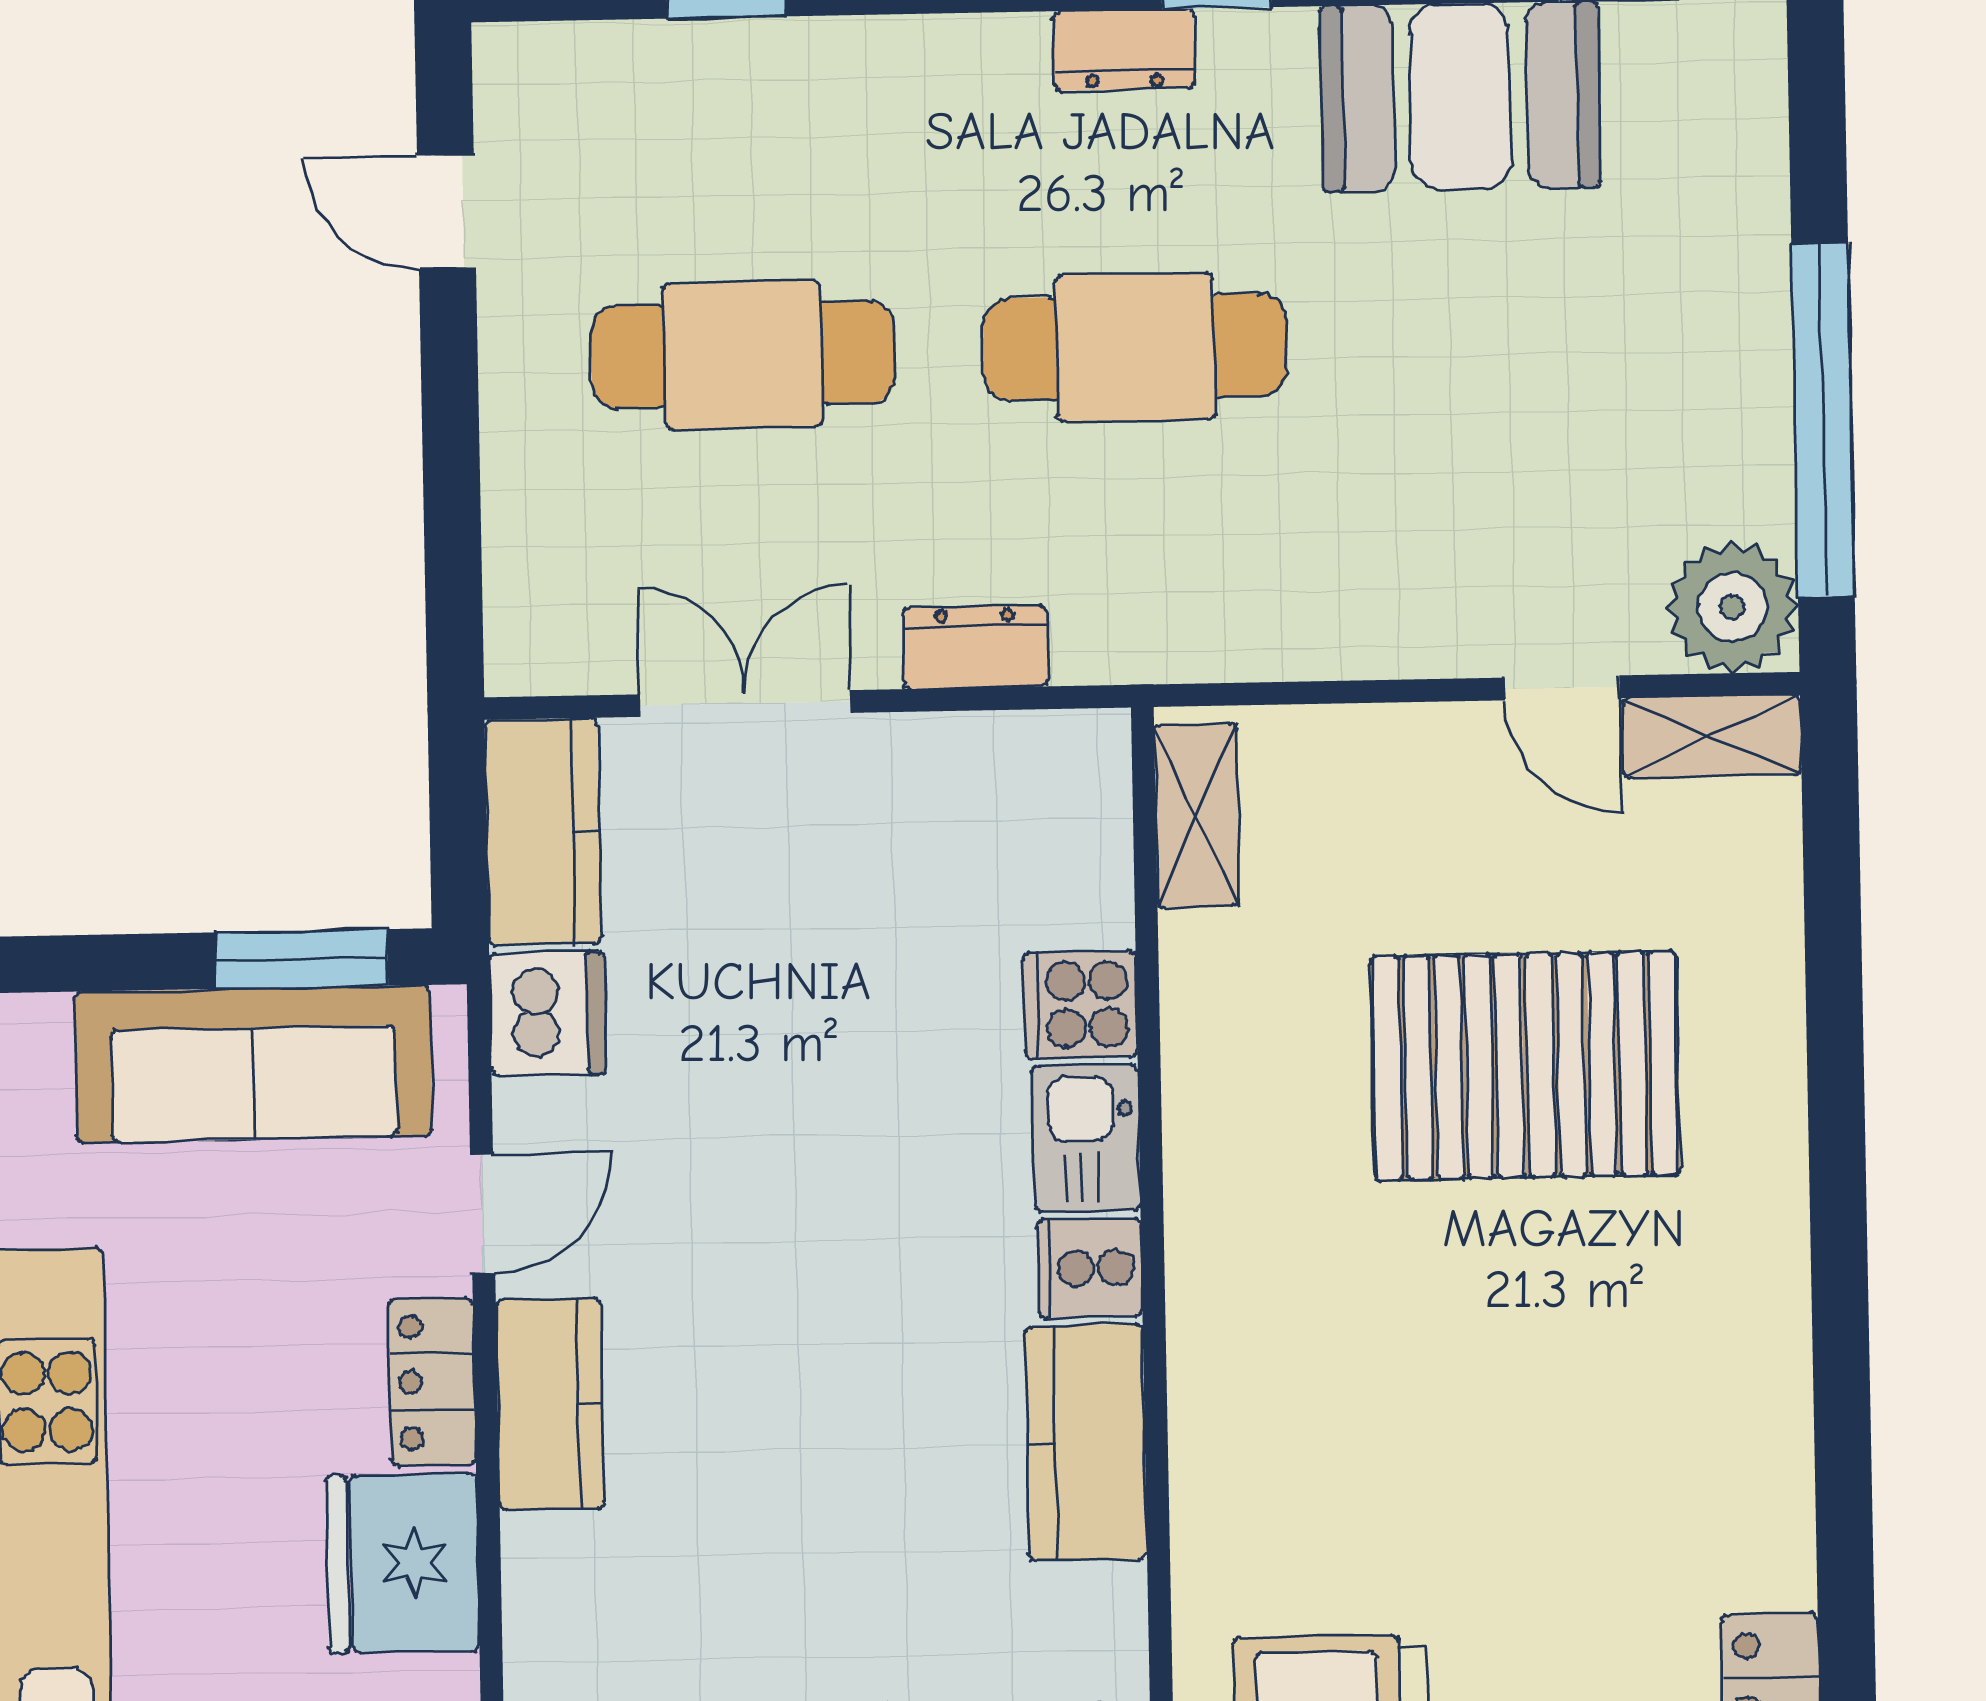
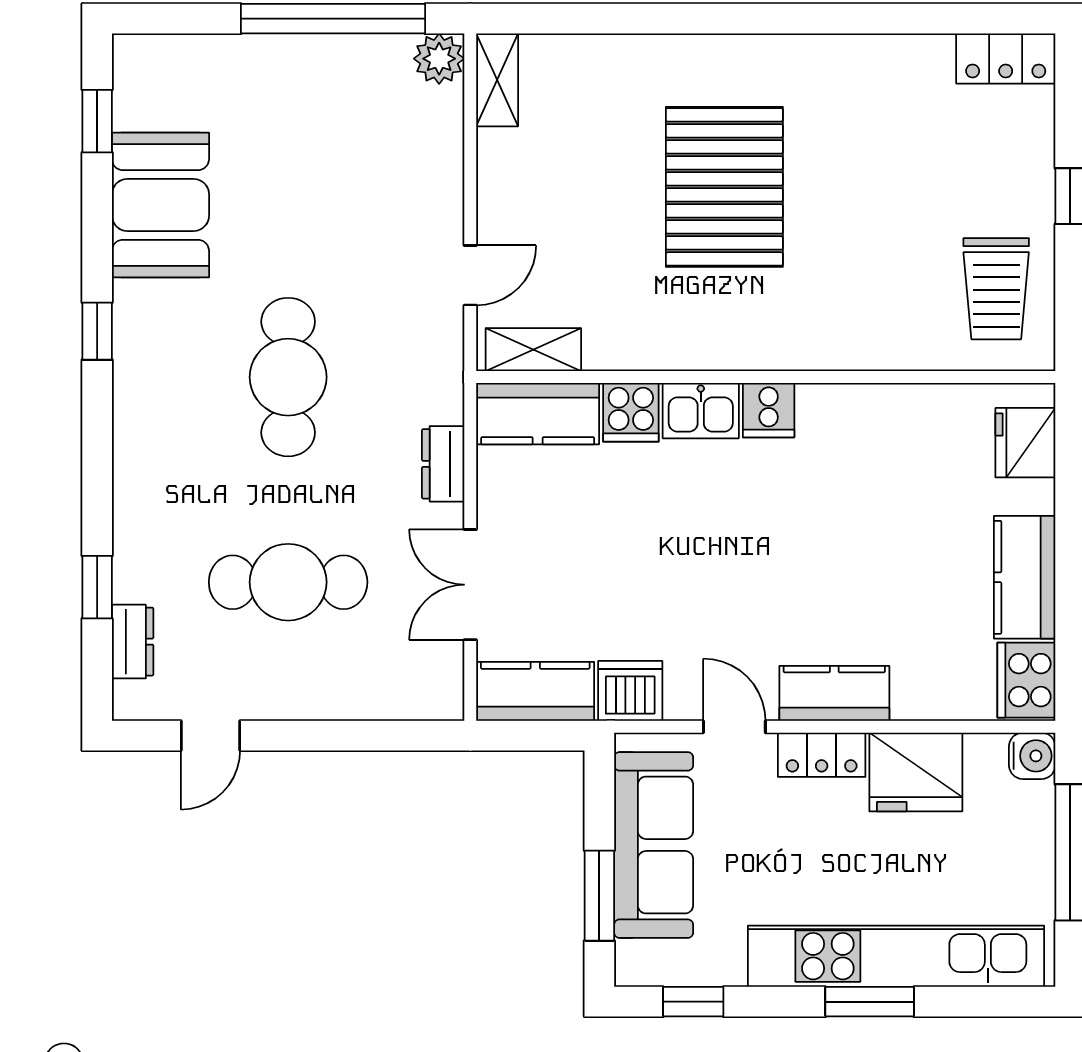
dresser: (1124, 50) -> (133, 642), moved
cafe table: (743, 355) -> (288, 582), turned 90
plant: (1732, 607) -> (439, 59), width x0.73, depth x0.73
door: (1562, 688) -> (470, 275), moved
window: (302, 959) -> (599, 896), moved
pallet: (1525, 1065) -> (724, 187), moved
kitchen counter: (1086, 1442) -> (538, 414), moved

